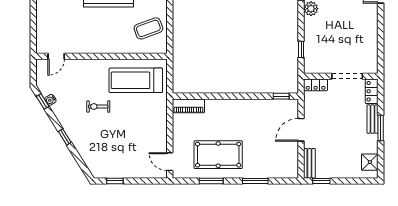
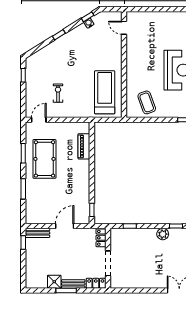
exercise bike: (98, 106) -> (58, 93), moved
piano: (188, 106) -> (84, 146), moved
door: (301, 130) -> (65, 226), hinge flipped
shower: (370, 162) -> (54, 282), moved

